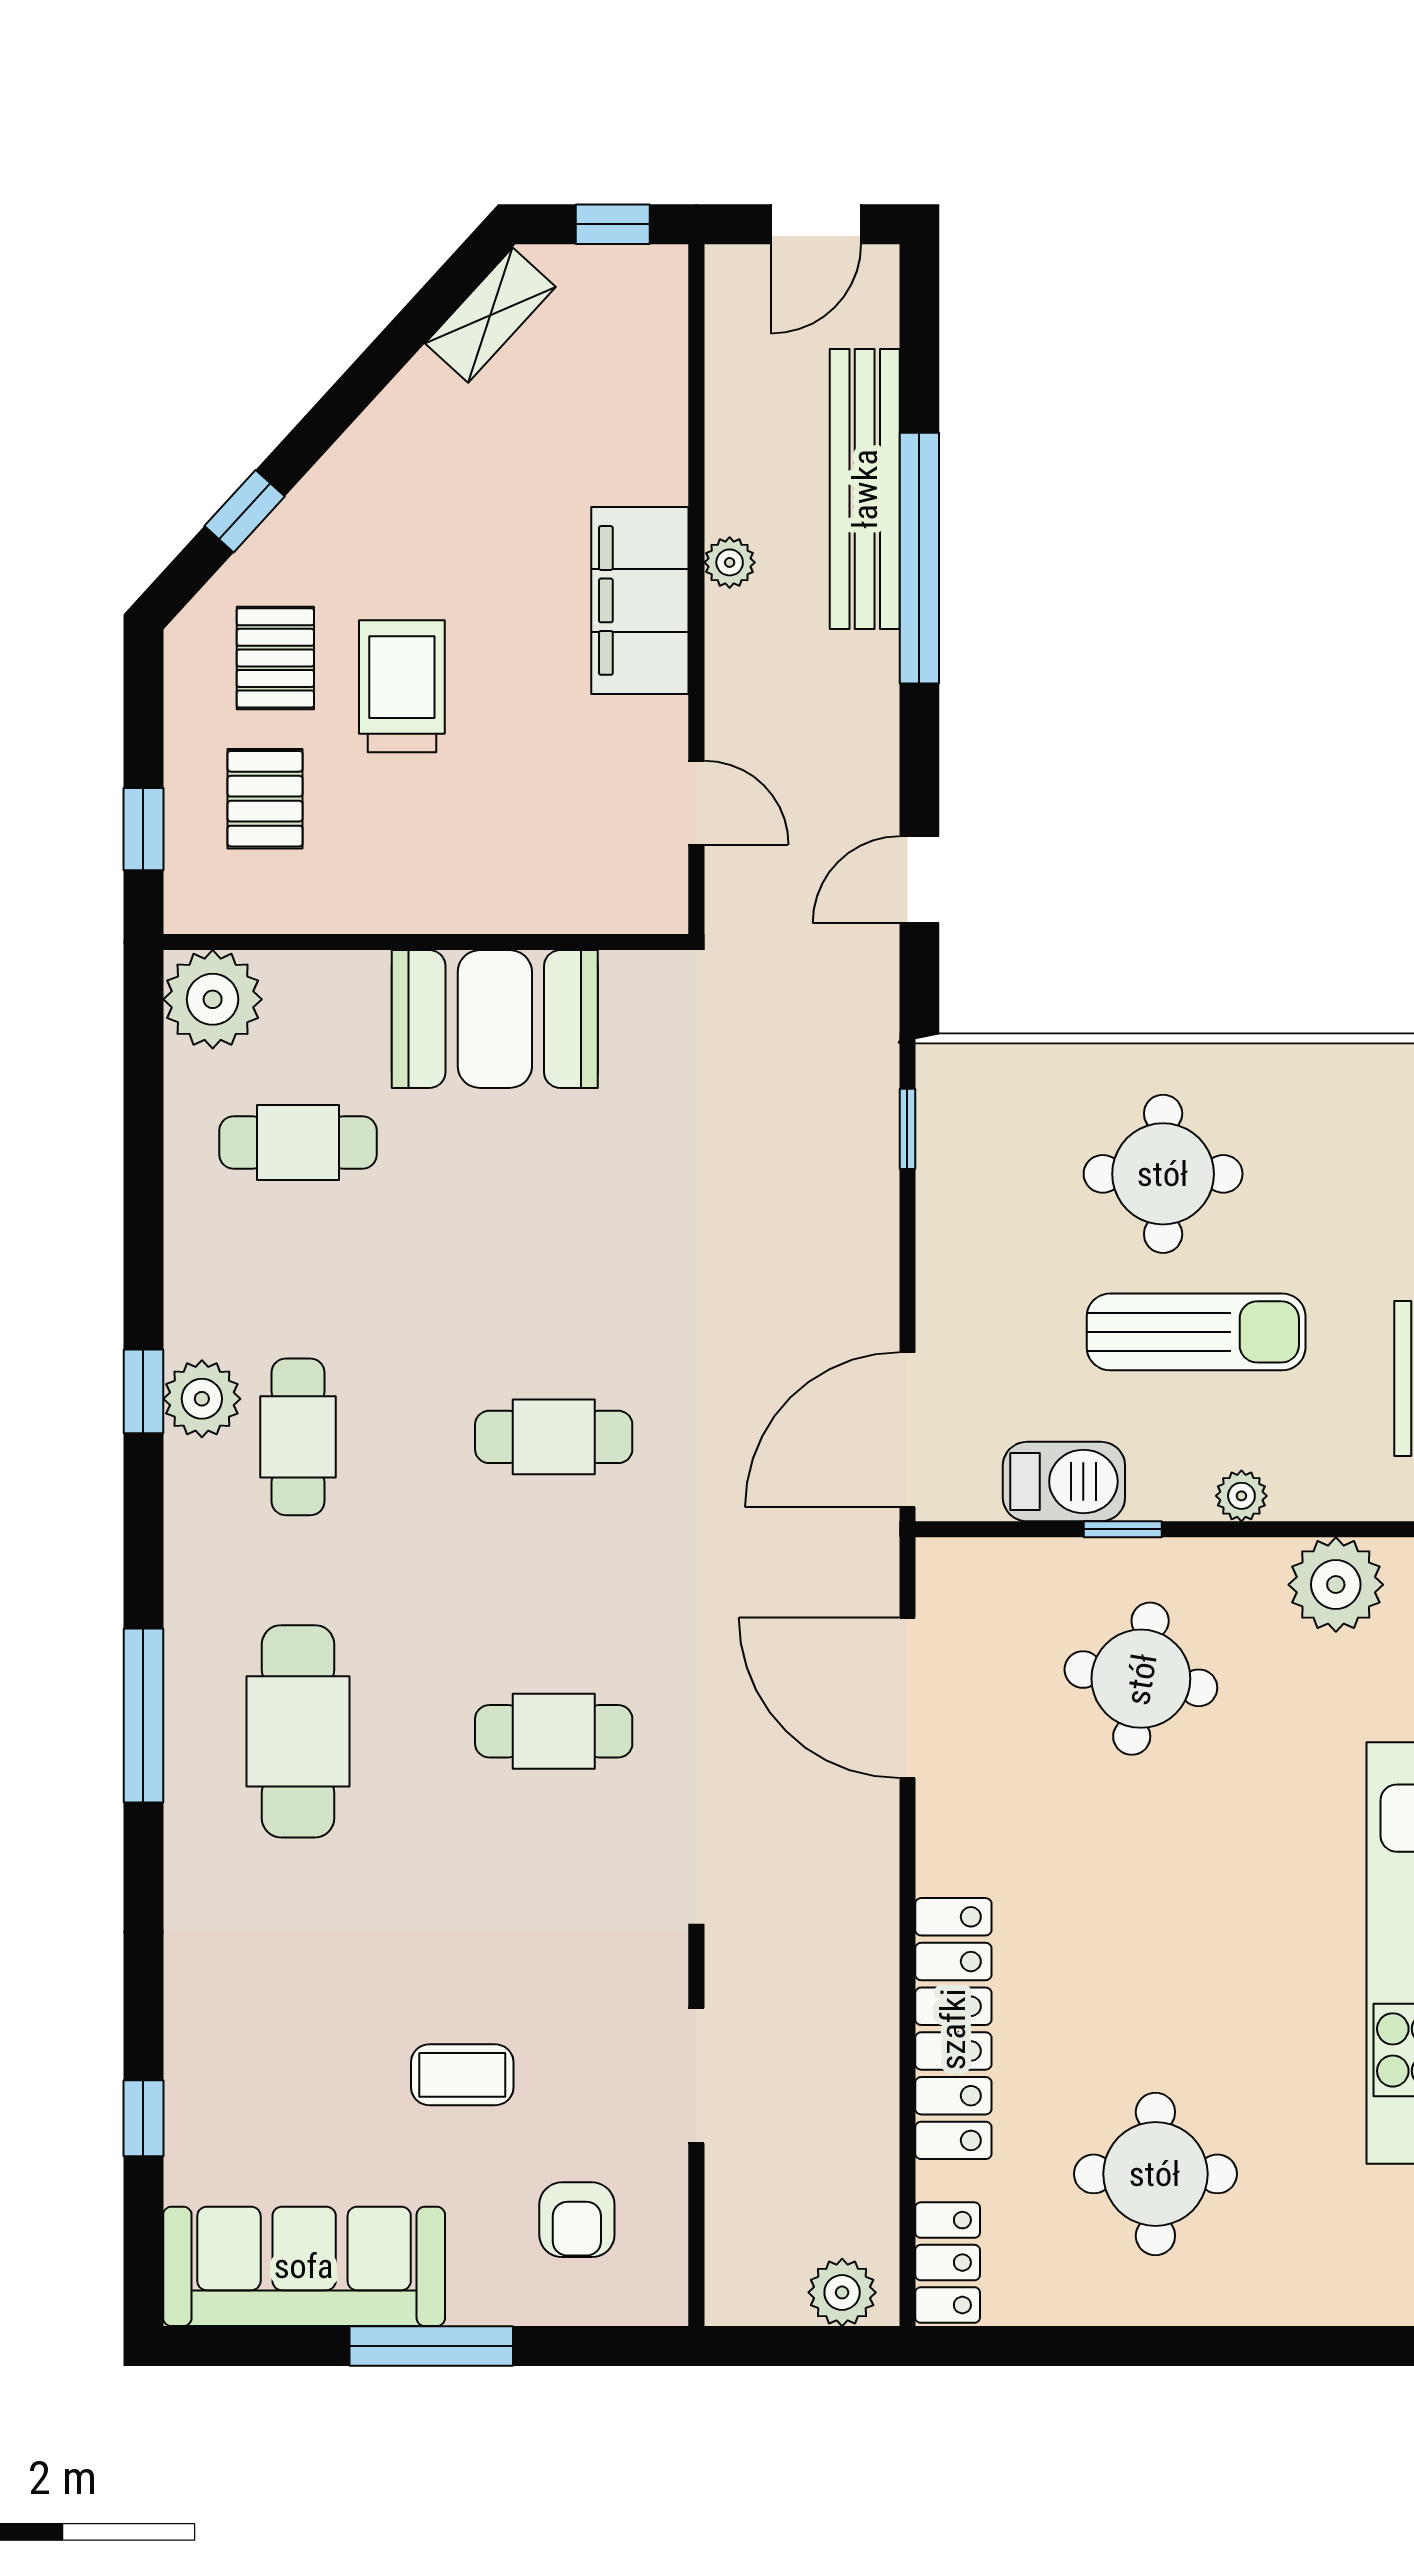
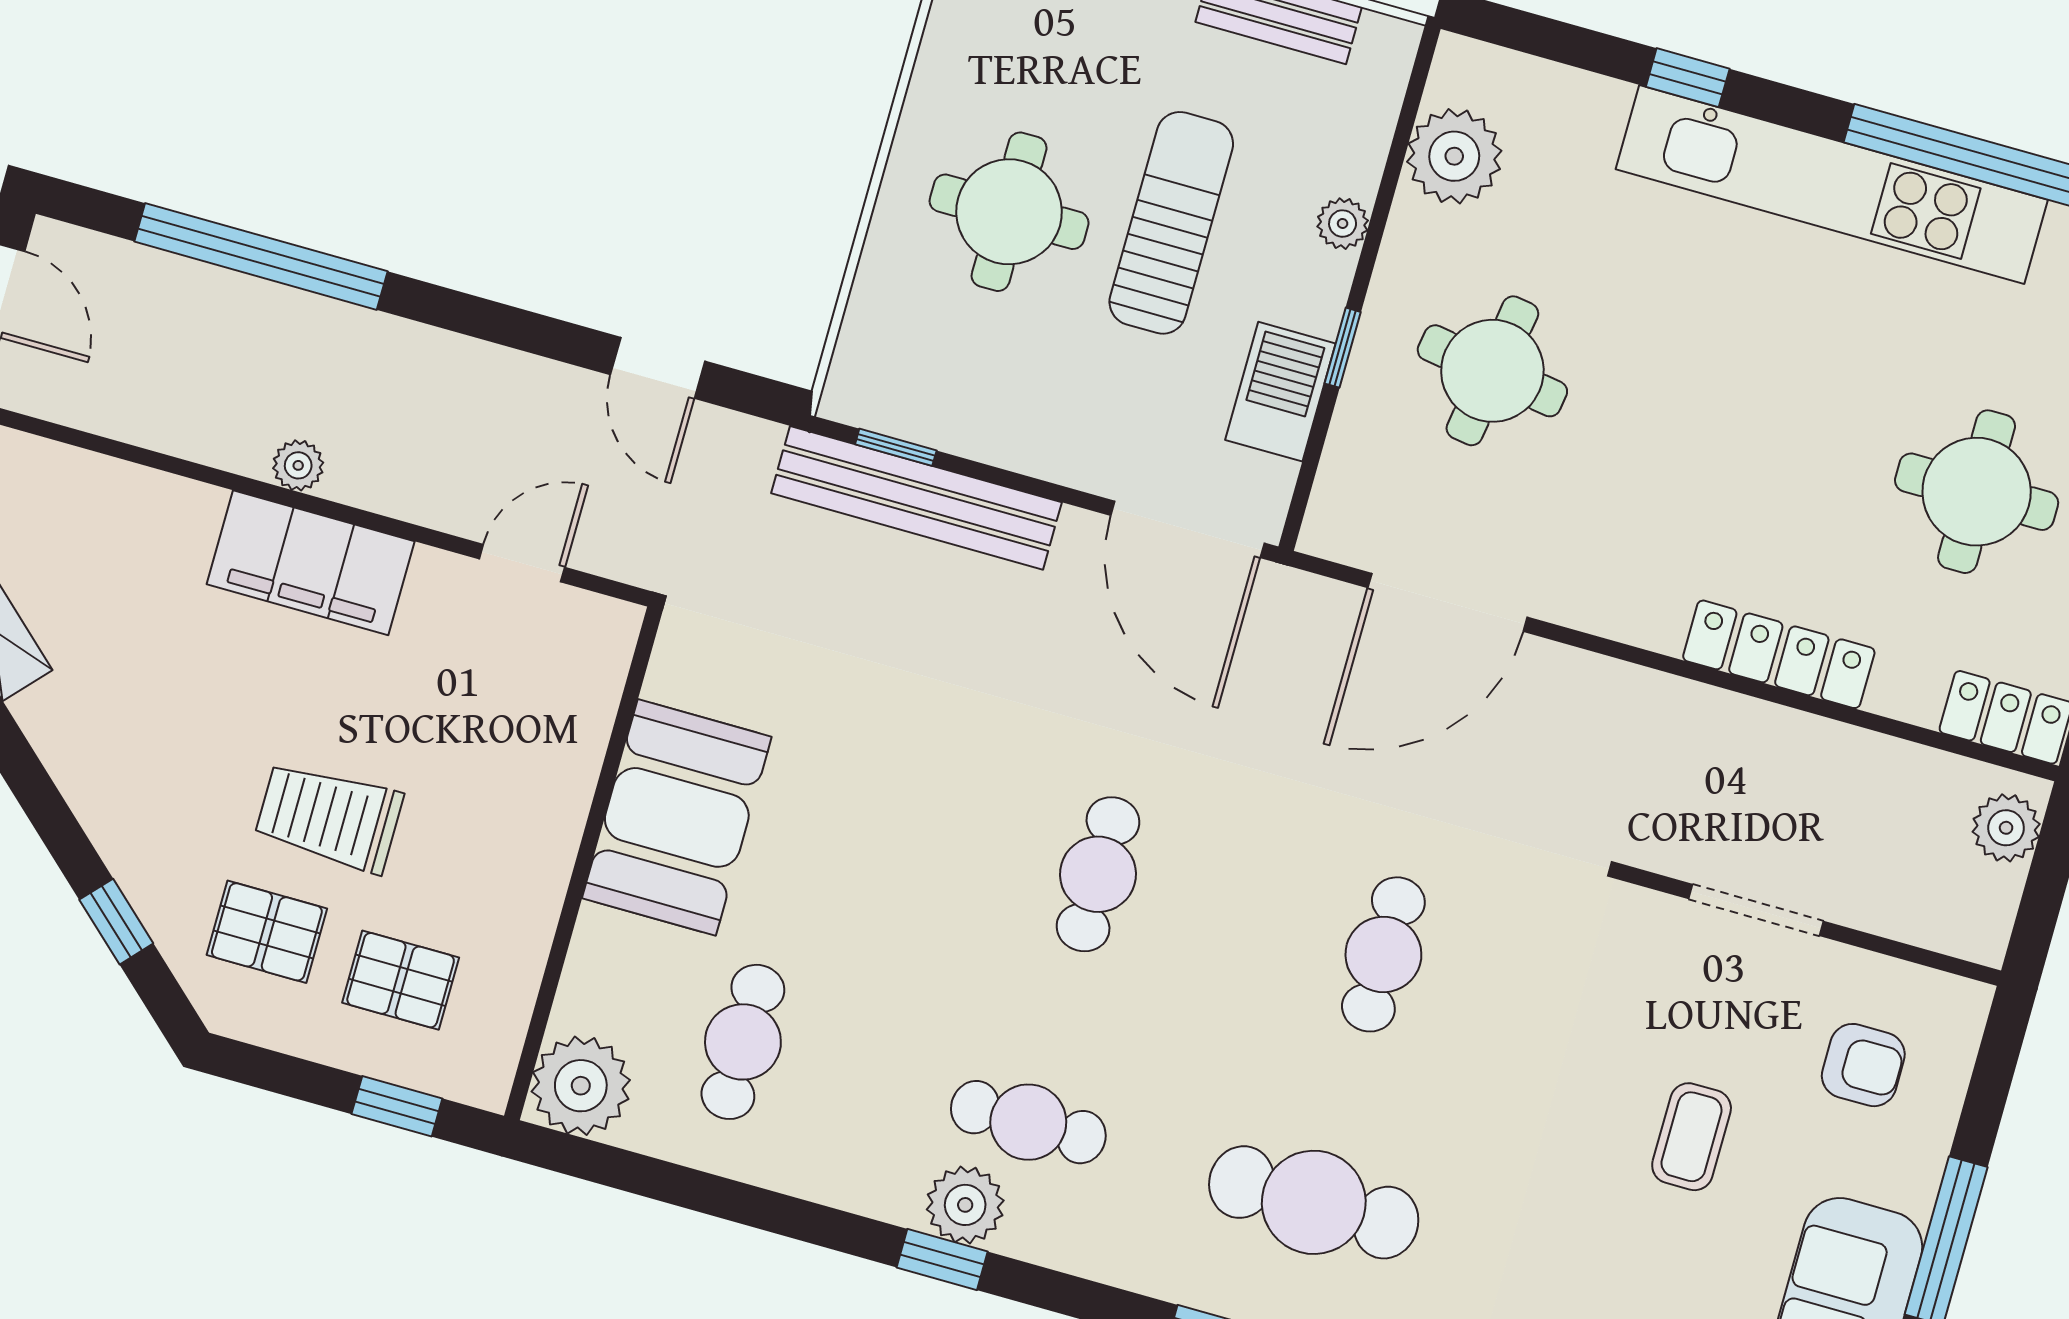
bench: (865, 489) -> (916, 498), moved
window: (919, 558) -> (261, 256), moved
locker: (953, 2029) -> (1779, 654), width x0.71, depth x0.83

